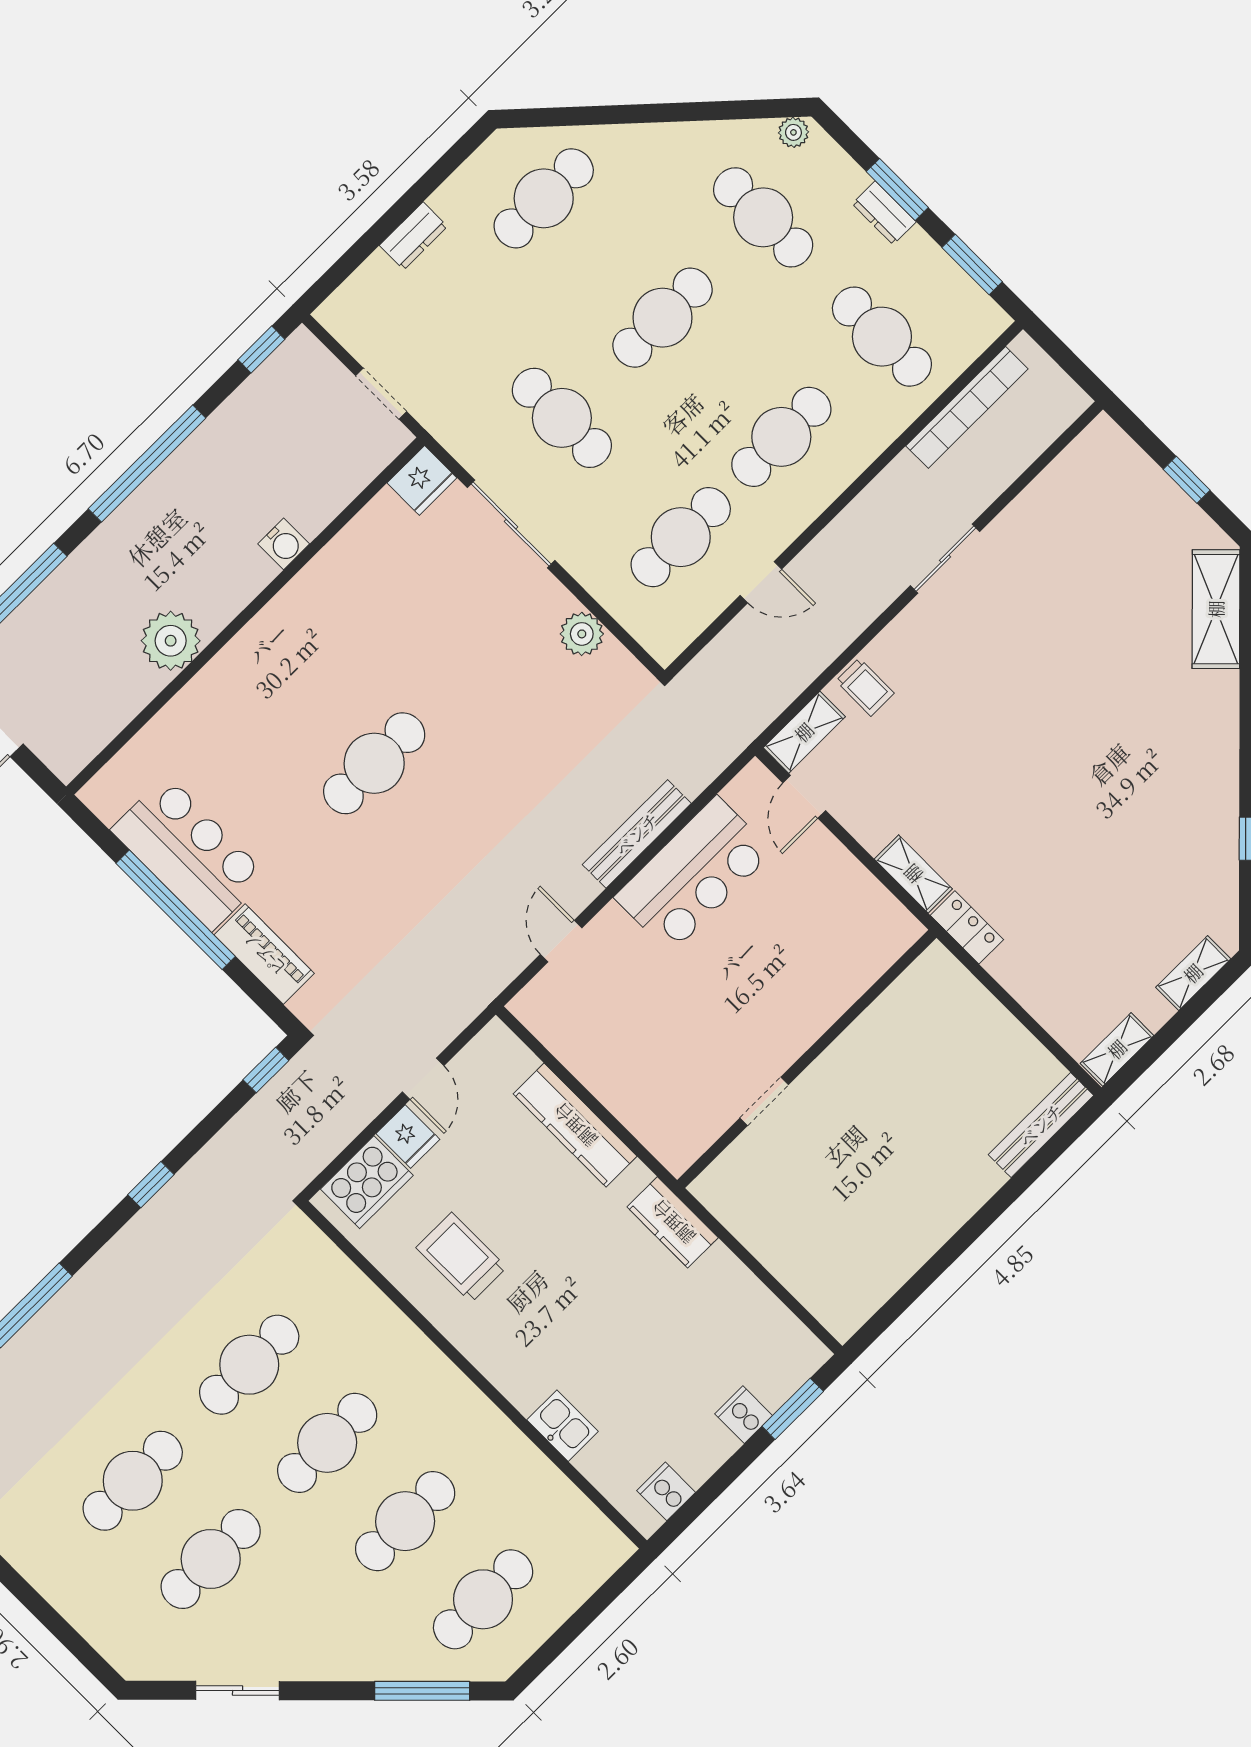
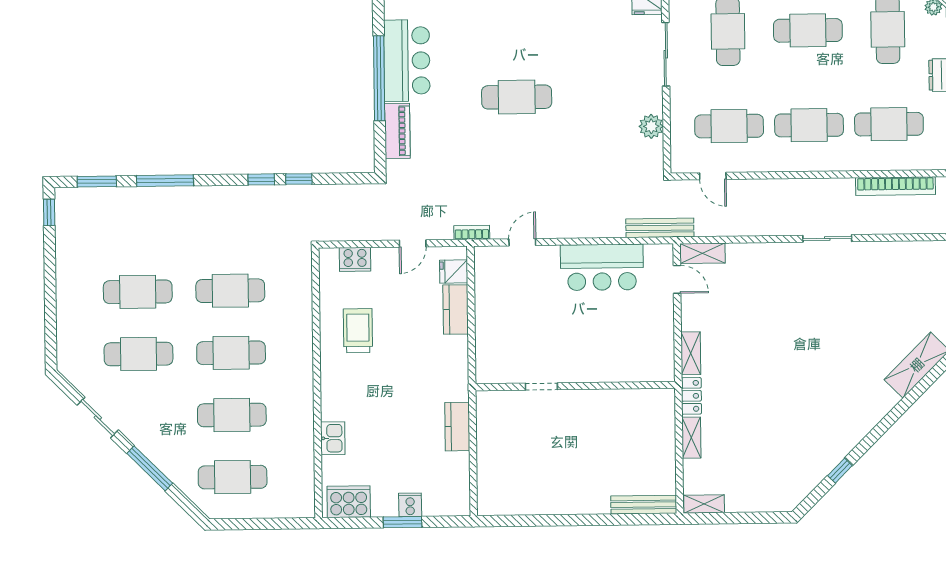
cafe table: (882, 337) -> (889, 124), turned 90
door: (761, 582) -> (713, 176), moved
trolley: (865, 687) -> (745, 259), removed
door: (804, 797) -> (677, 279), swing flipped
bench: (637, 834) -> (660, 228), moved
shelving: (1193, 973) -> (691, 438), moved, turned 90
bookcase: (485, 991) -> (472, 233), added
window: (266, 1070) -> (299, 179), moved
kitchen counter: (575, 1125) -> (456, 309), width x0.67
fridge: (408, 1136) -> (454, 271), moved, turned 90
cooker: (367, 1182) -> (355, 259), width x0.73, depth x0.76
kitchen counter: (673, 1222) -> (457, 427), moved
window: (793, 1409) -> (402, 522), moved
cooker: (666, 1491) -> (349, 502), width x1.87, depth x1.31
window: (422, 1691) -> (150, 468), moved

